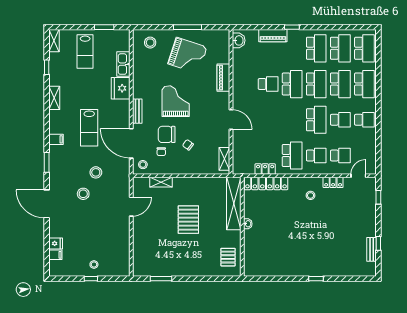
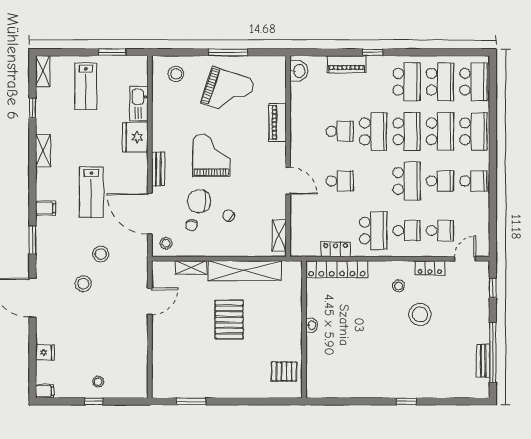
school desk: (268, 120) -> (340, 181), added
shelving: (234, 204) -> (245, 271), moved, turned 90
stool: (326, 216) -> (420, 314), added
window: (378, 243) -> (493, 353), width x3.17
filing cabinet: (55, 255) -> (45, 391), moved
pallet: (228, 257) -> (284, 371), turned 90

